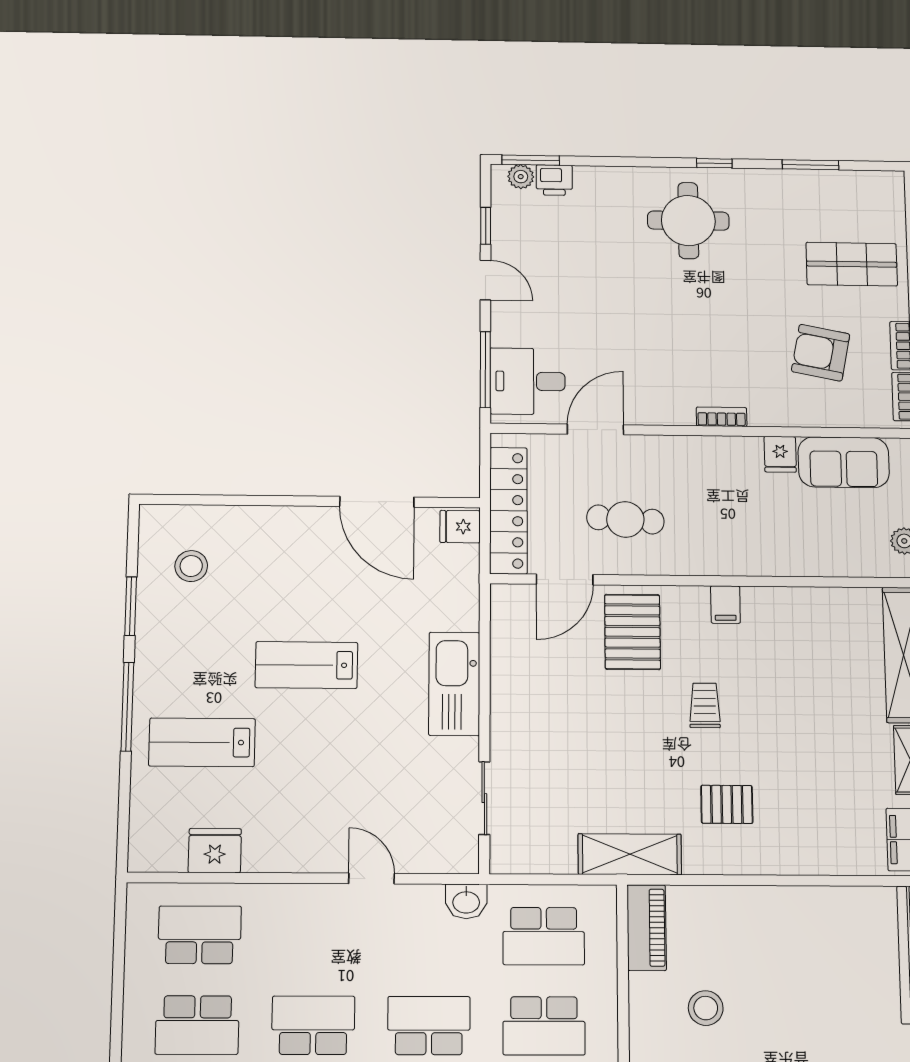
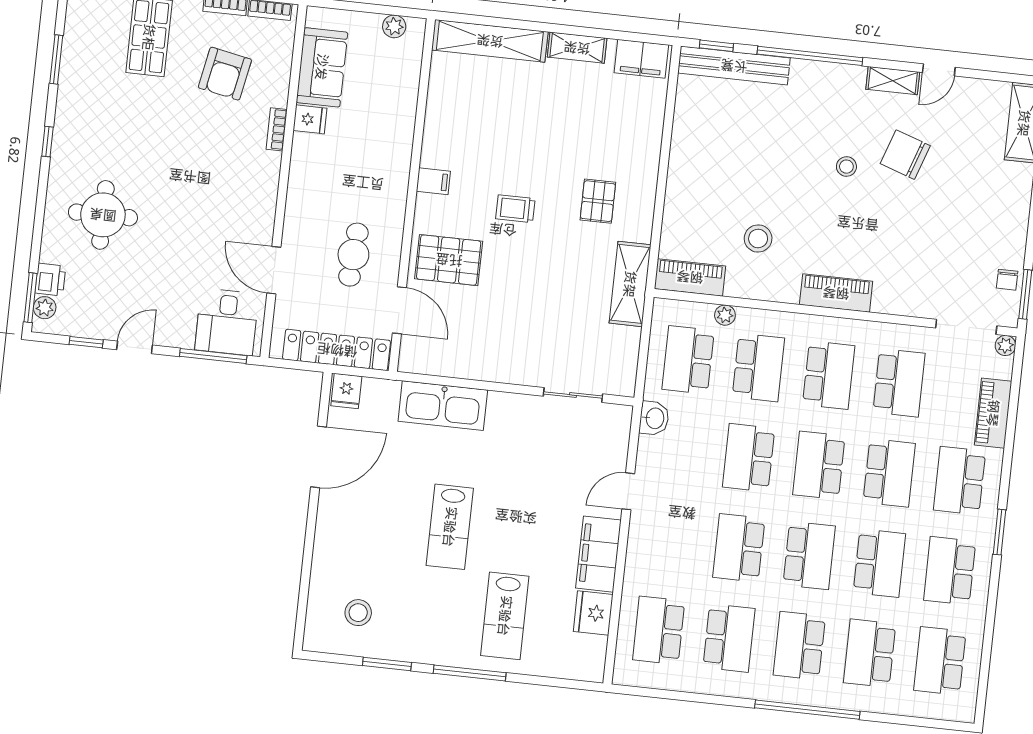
round table: (688, 221) -> (103, 215), moved
bookcase: (722, 417) -> (277, 129), moved
kitchen sink: (454, 684) -> (443, 406), moved
filing cabinet: (289, 850) -> (598, 554), added
school desk: (544, 936) -> (688, 360), turned 180
plant: (605, 976) -> (725, 315), added

